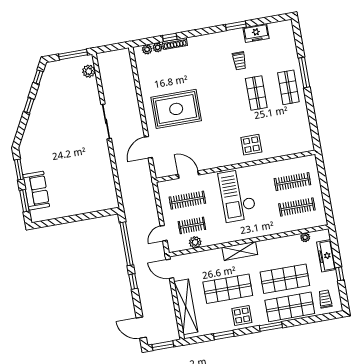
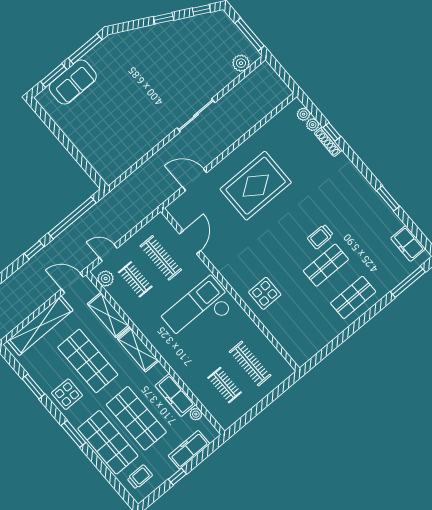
freezer: (256, 33) -> (408, 244), moved
trolley: (239, 61) -> (320, 237), moved
window: (304, 73) -> (408, 282), moved
rug: (176, 109) -> (256, 186), turned 90
window: (19, 170) -> (85, 49), width x1.44
clothes rail: (297, 207) -> (225, 385), width x0.73
plant: (195, 242) -> (106, 279), moved
freezer: (284, 244) -> (175, 395), added
shelving: (205, 257) -> (108, 315), added
door: (170, 269) -> (72, 283), hinge flipped

